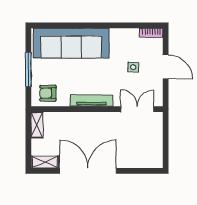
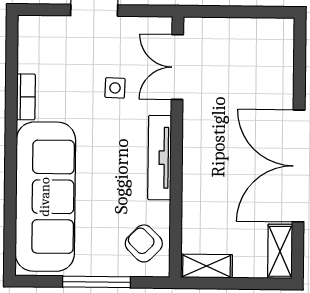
bookcase: (151, 33) -> (26, 97), moved
side table: (133, 67) -> (115, 88), moved
armchair: (48, 93) -> (144, 243), turned 135

